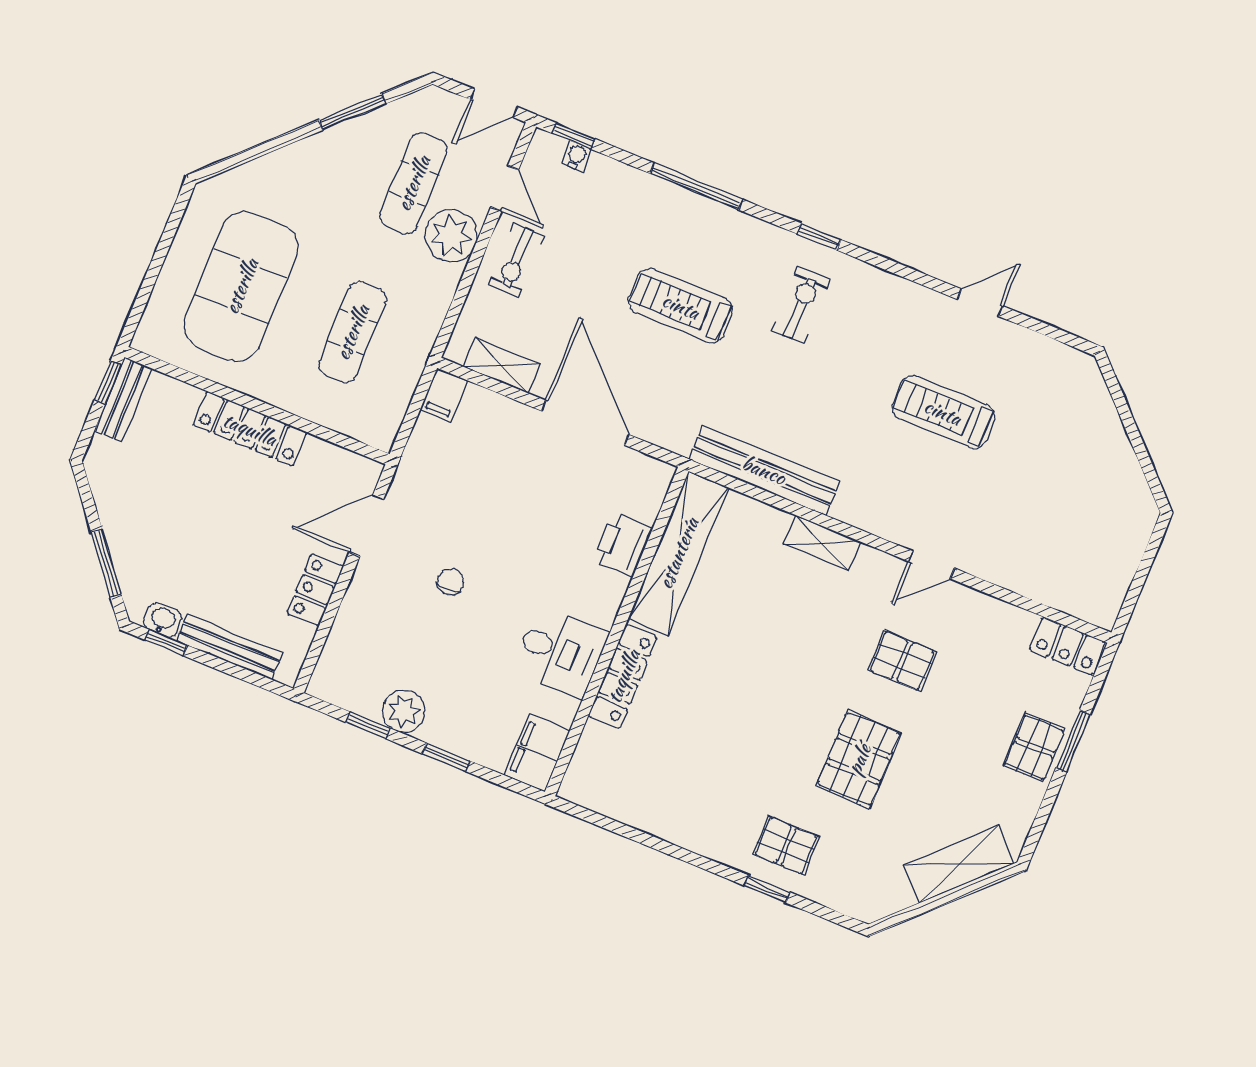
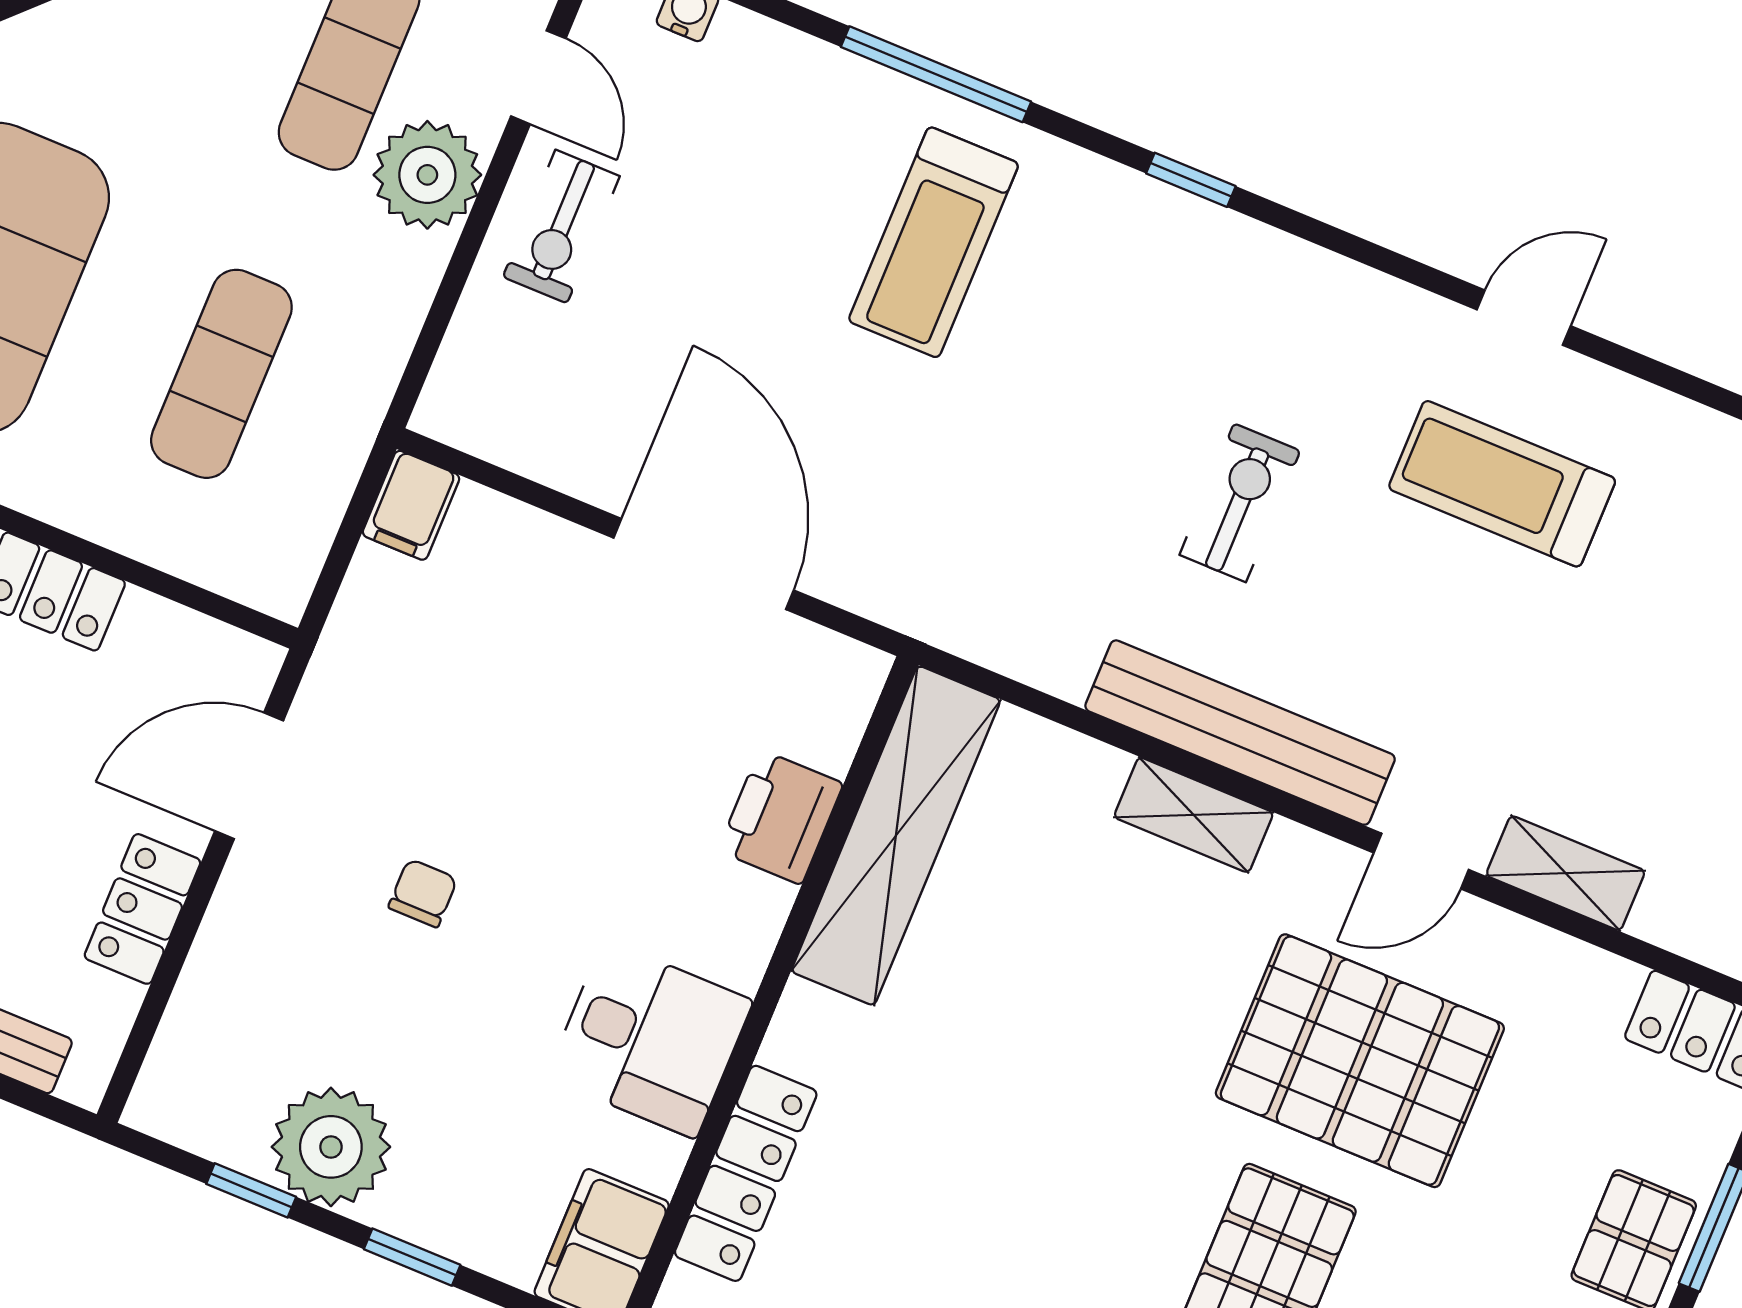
exercise bike: (801, 305) -> (1240, 503), moved
treadmill: (681, 306) -> (934, 242), moved, turned -90
shelving: (501, 365) -> (1566, 873), moved
treadmill: (943, 412) -> (1502, 484), moved
bench: (764, 470) -> (1240, 733), moved
pallet: (902, 661) -> (1360, 1061), width x2.05, depth x2.00
locker: (623, 676) -> (746, 1173), moved
plant: (404, 711) -> (331, 1147), width x1.36, depth x1.36

